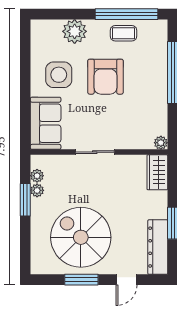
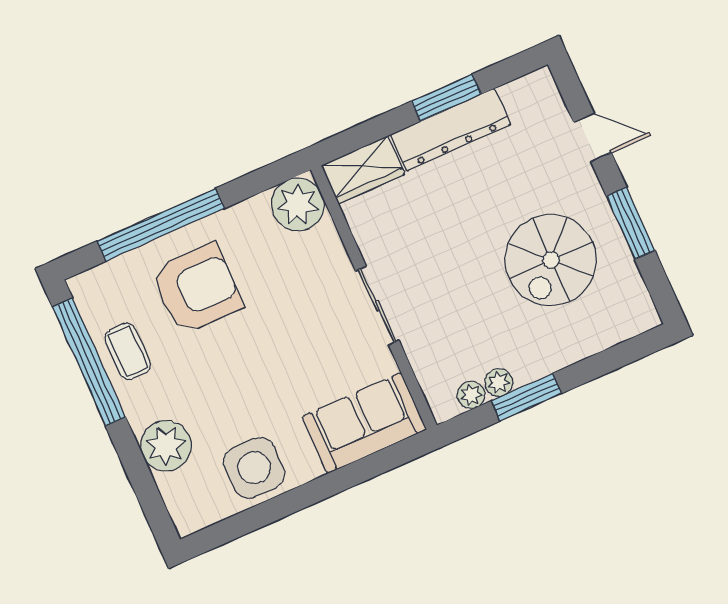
side table: (59, 75) -> (254, 468), moved
armchair: (105, 77) -> (197, 289), moved
plant: (161, 143) -> (298, 204), width x1.87, depth x1.87
spiral stairs: (81, 237) -> (551, 260), width x0.73, depth x0.73
dresser: (158, 247) -> (450, 130), moved

